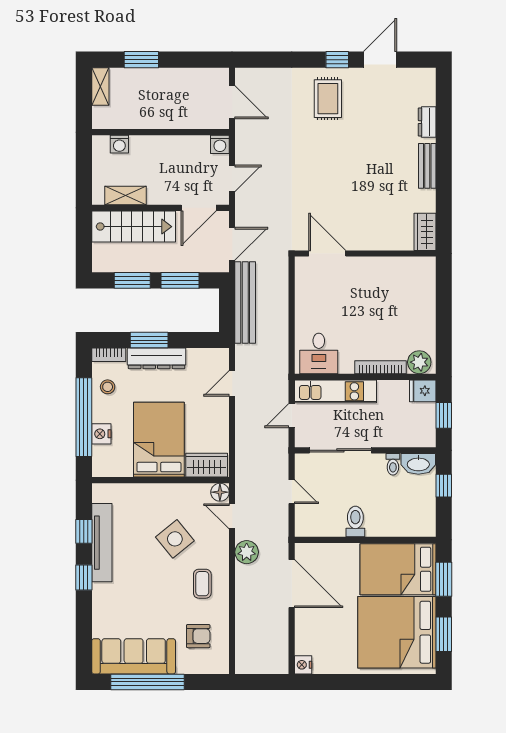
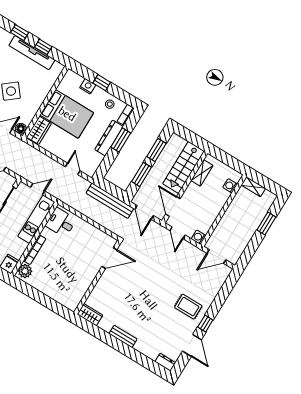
shelving: (100, 87) -> (253, 187), moved
dresser: (427, 122) -> (165, 362), moved
door: (292, 416) -> (38, 189), hinge flipped
window: (84, 417) -> (102, 83), width x0.32

